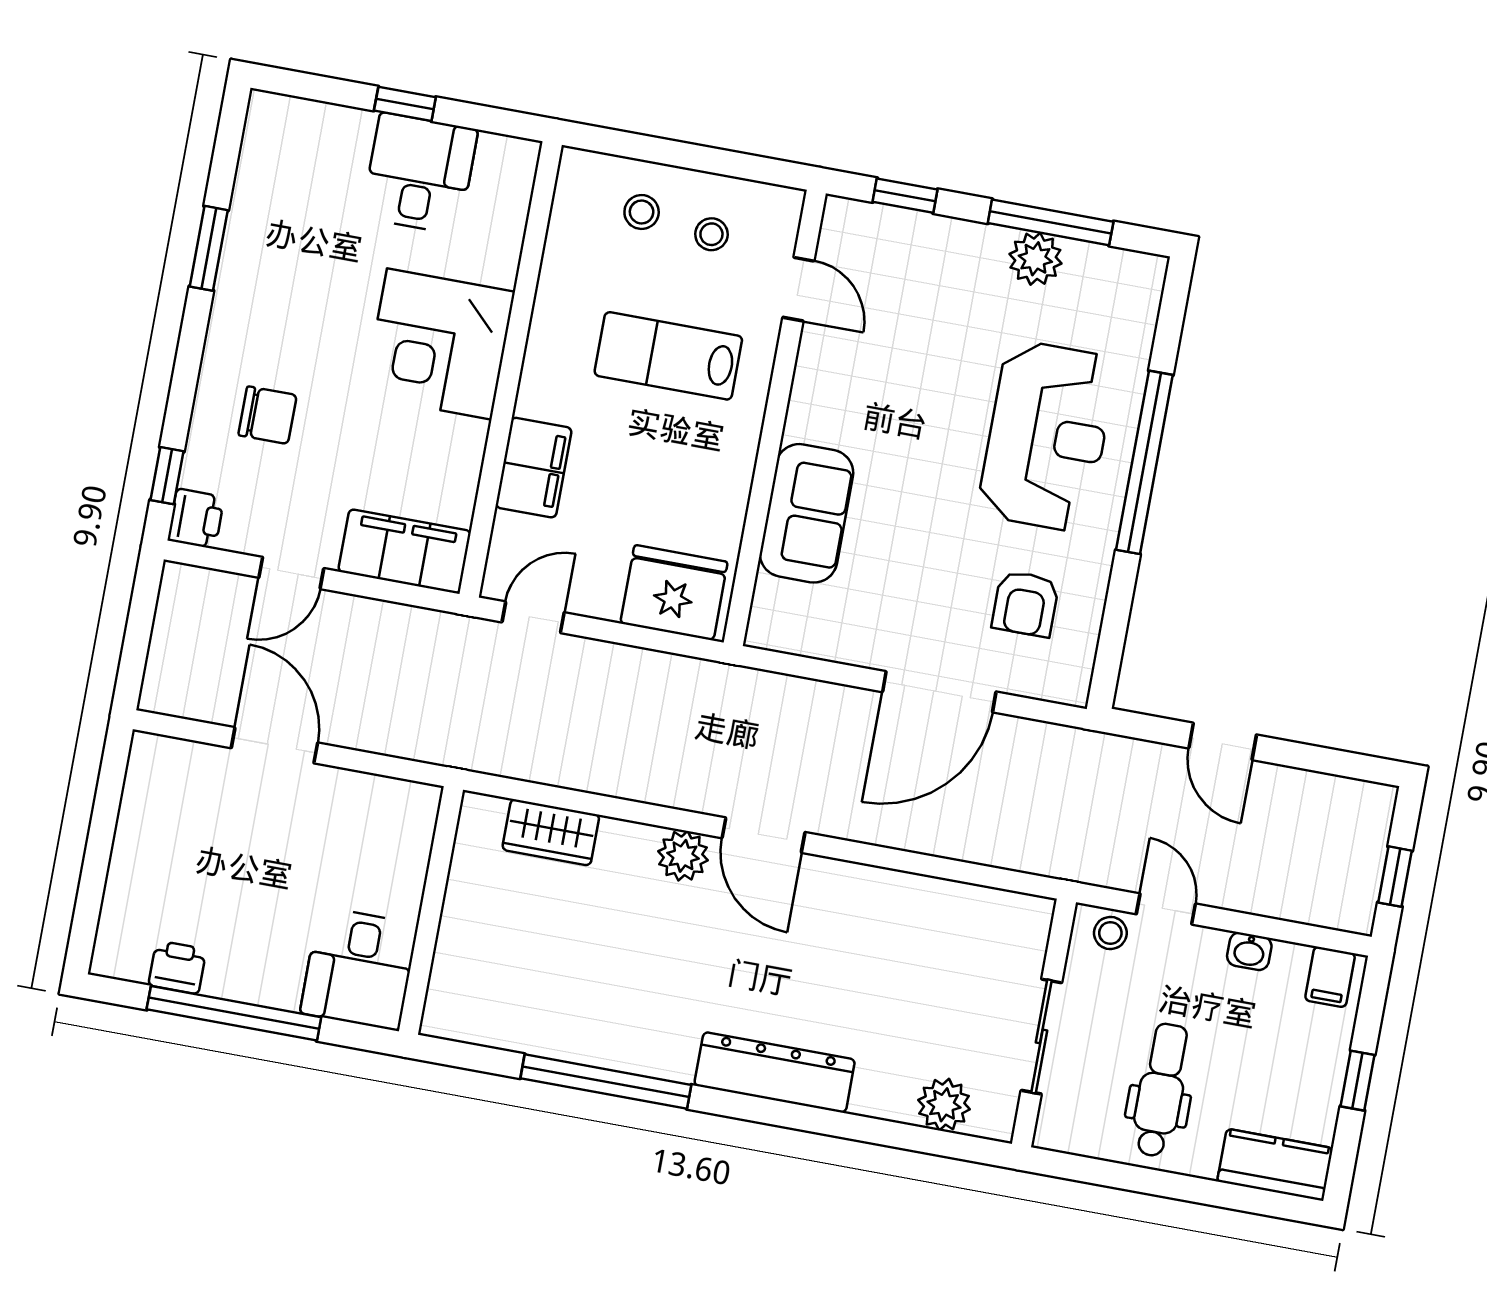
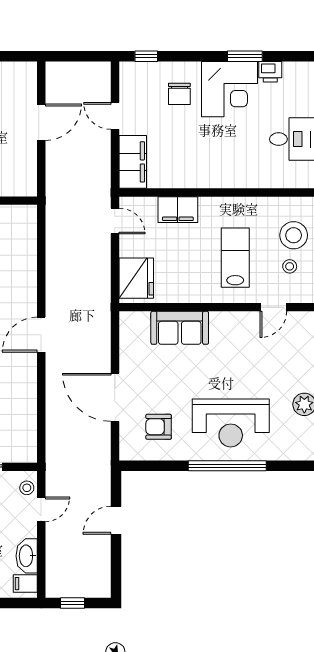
stool: (642, 212) -> (294, 235), width x1.89, depth x1.89
corner desk: (439, 344) -> (229, 89), moved, turned 180
printer: (196, 519) -> (270, 72), moved
wardrobe: (551, 832) -> (26, 245), removed
plant: (683, 856) -> (26, 302), removed
washbasin: (1249, 951) -> (27, 556), width x1.91, depth x1.45

